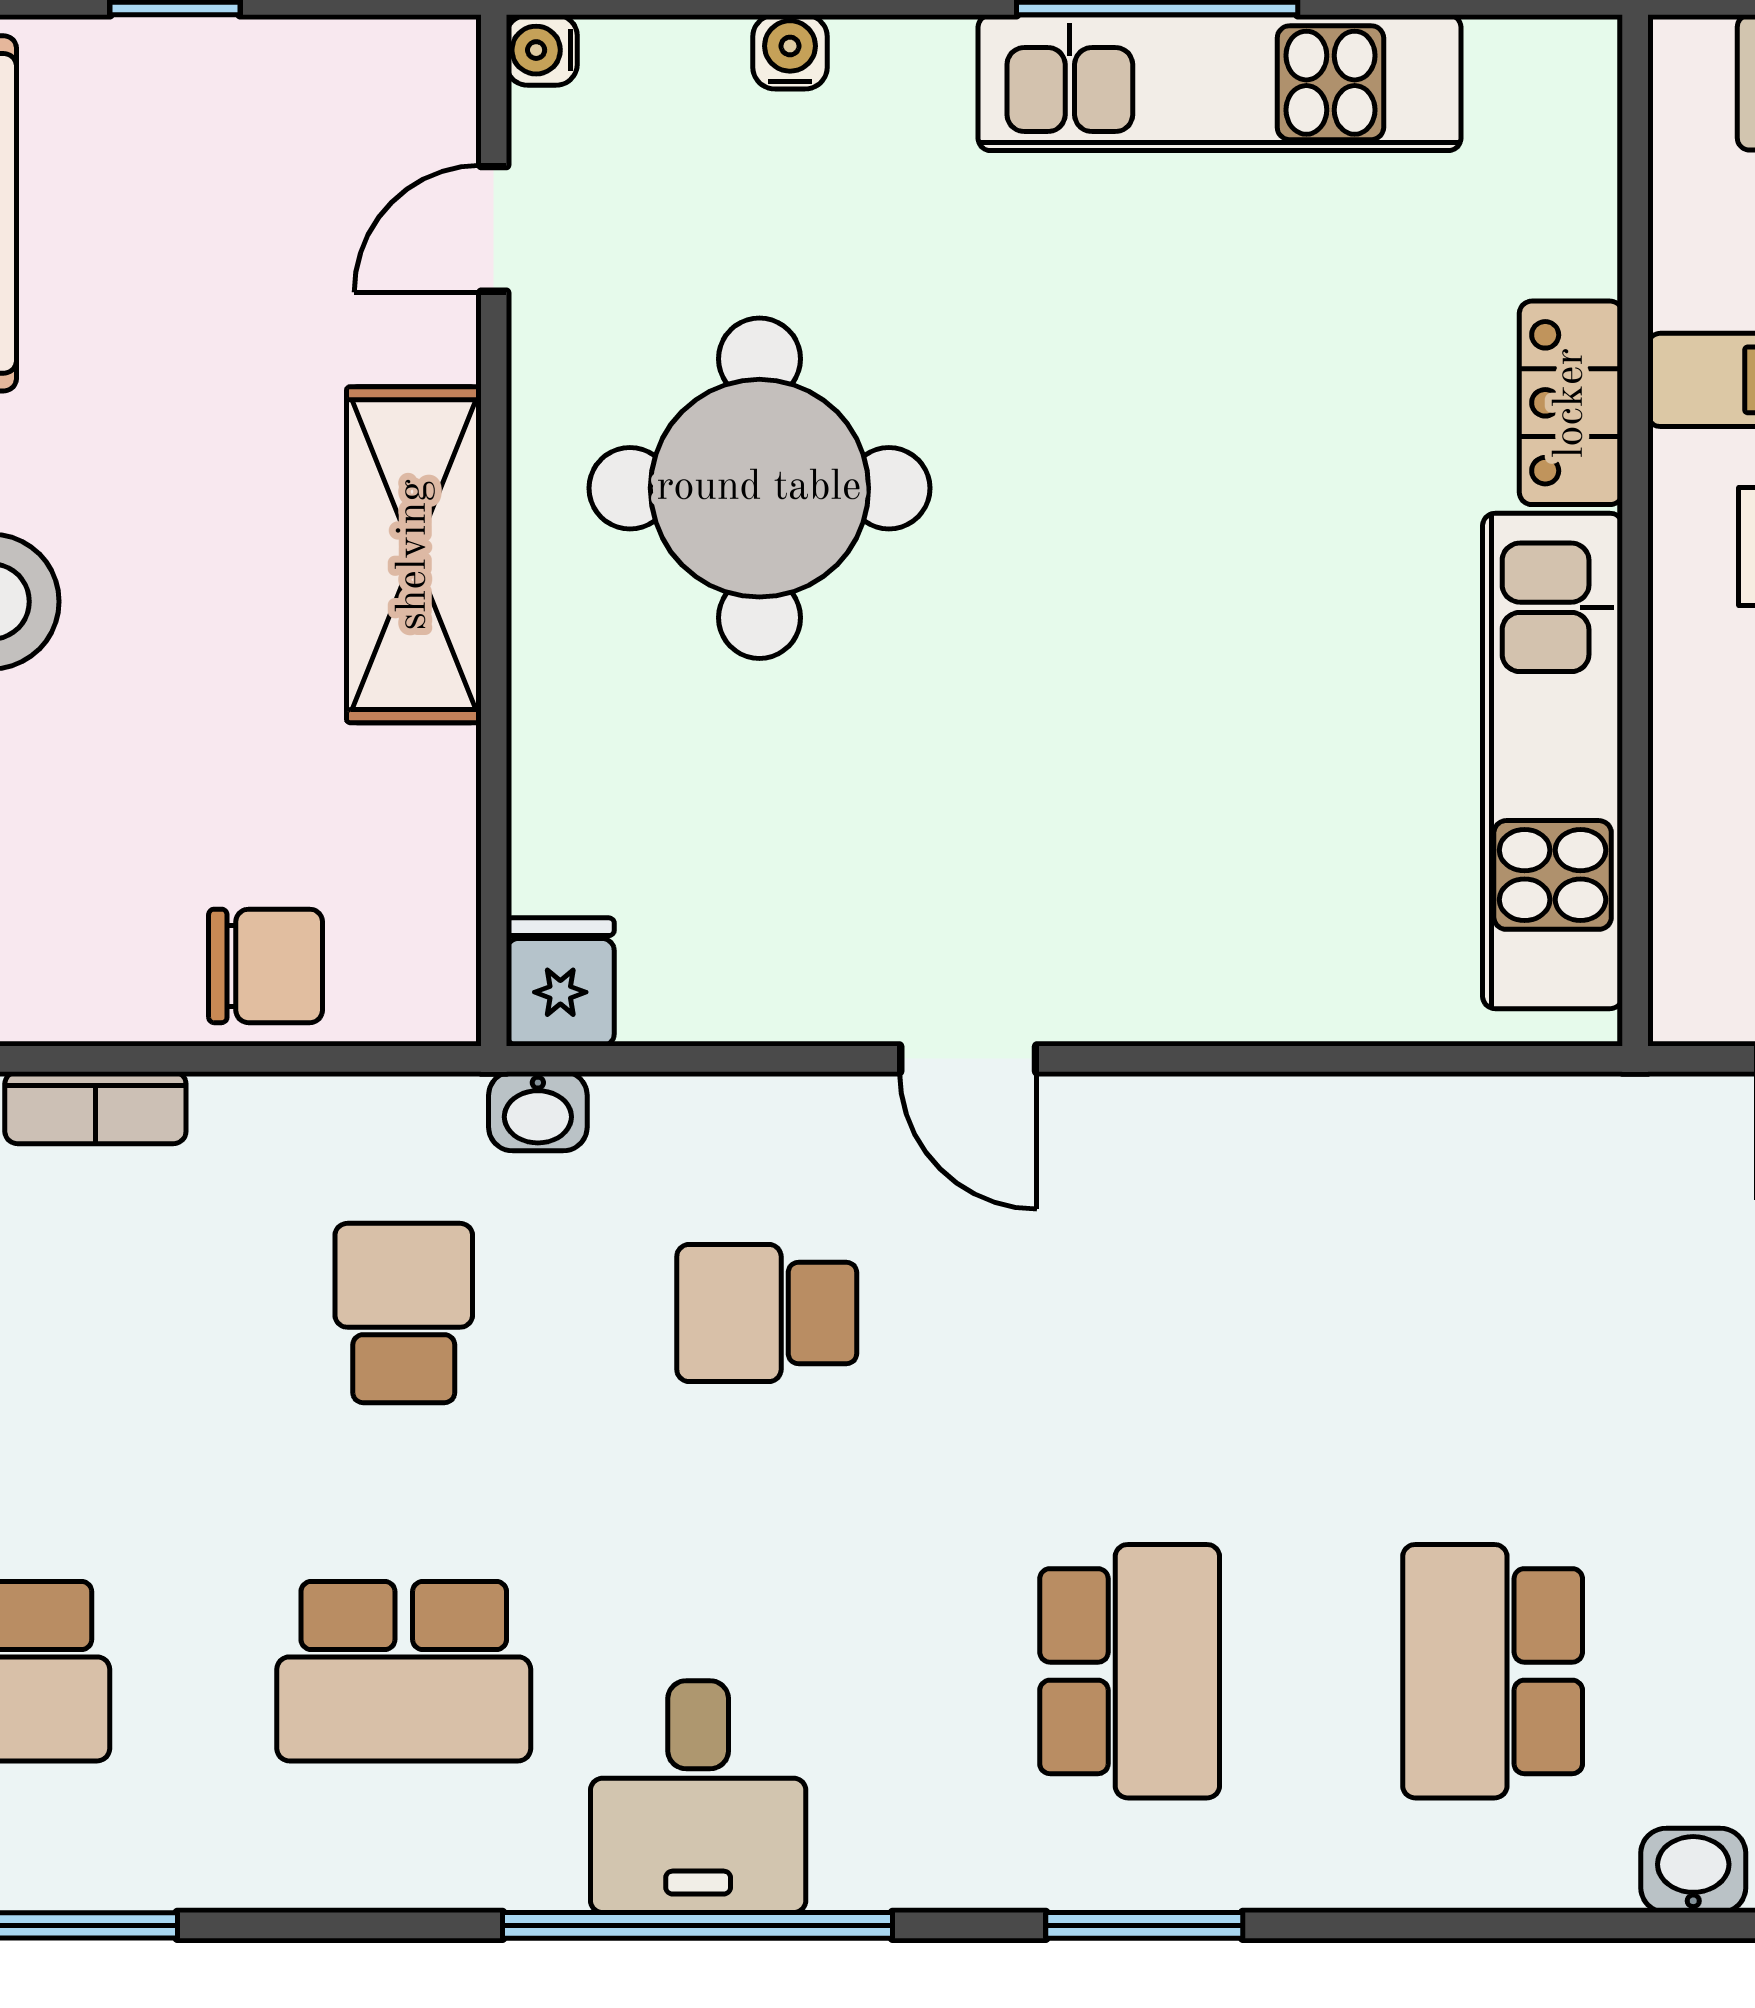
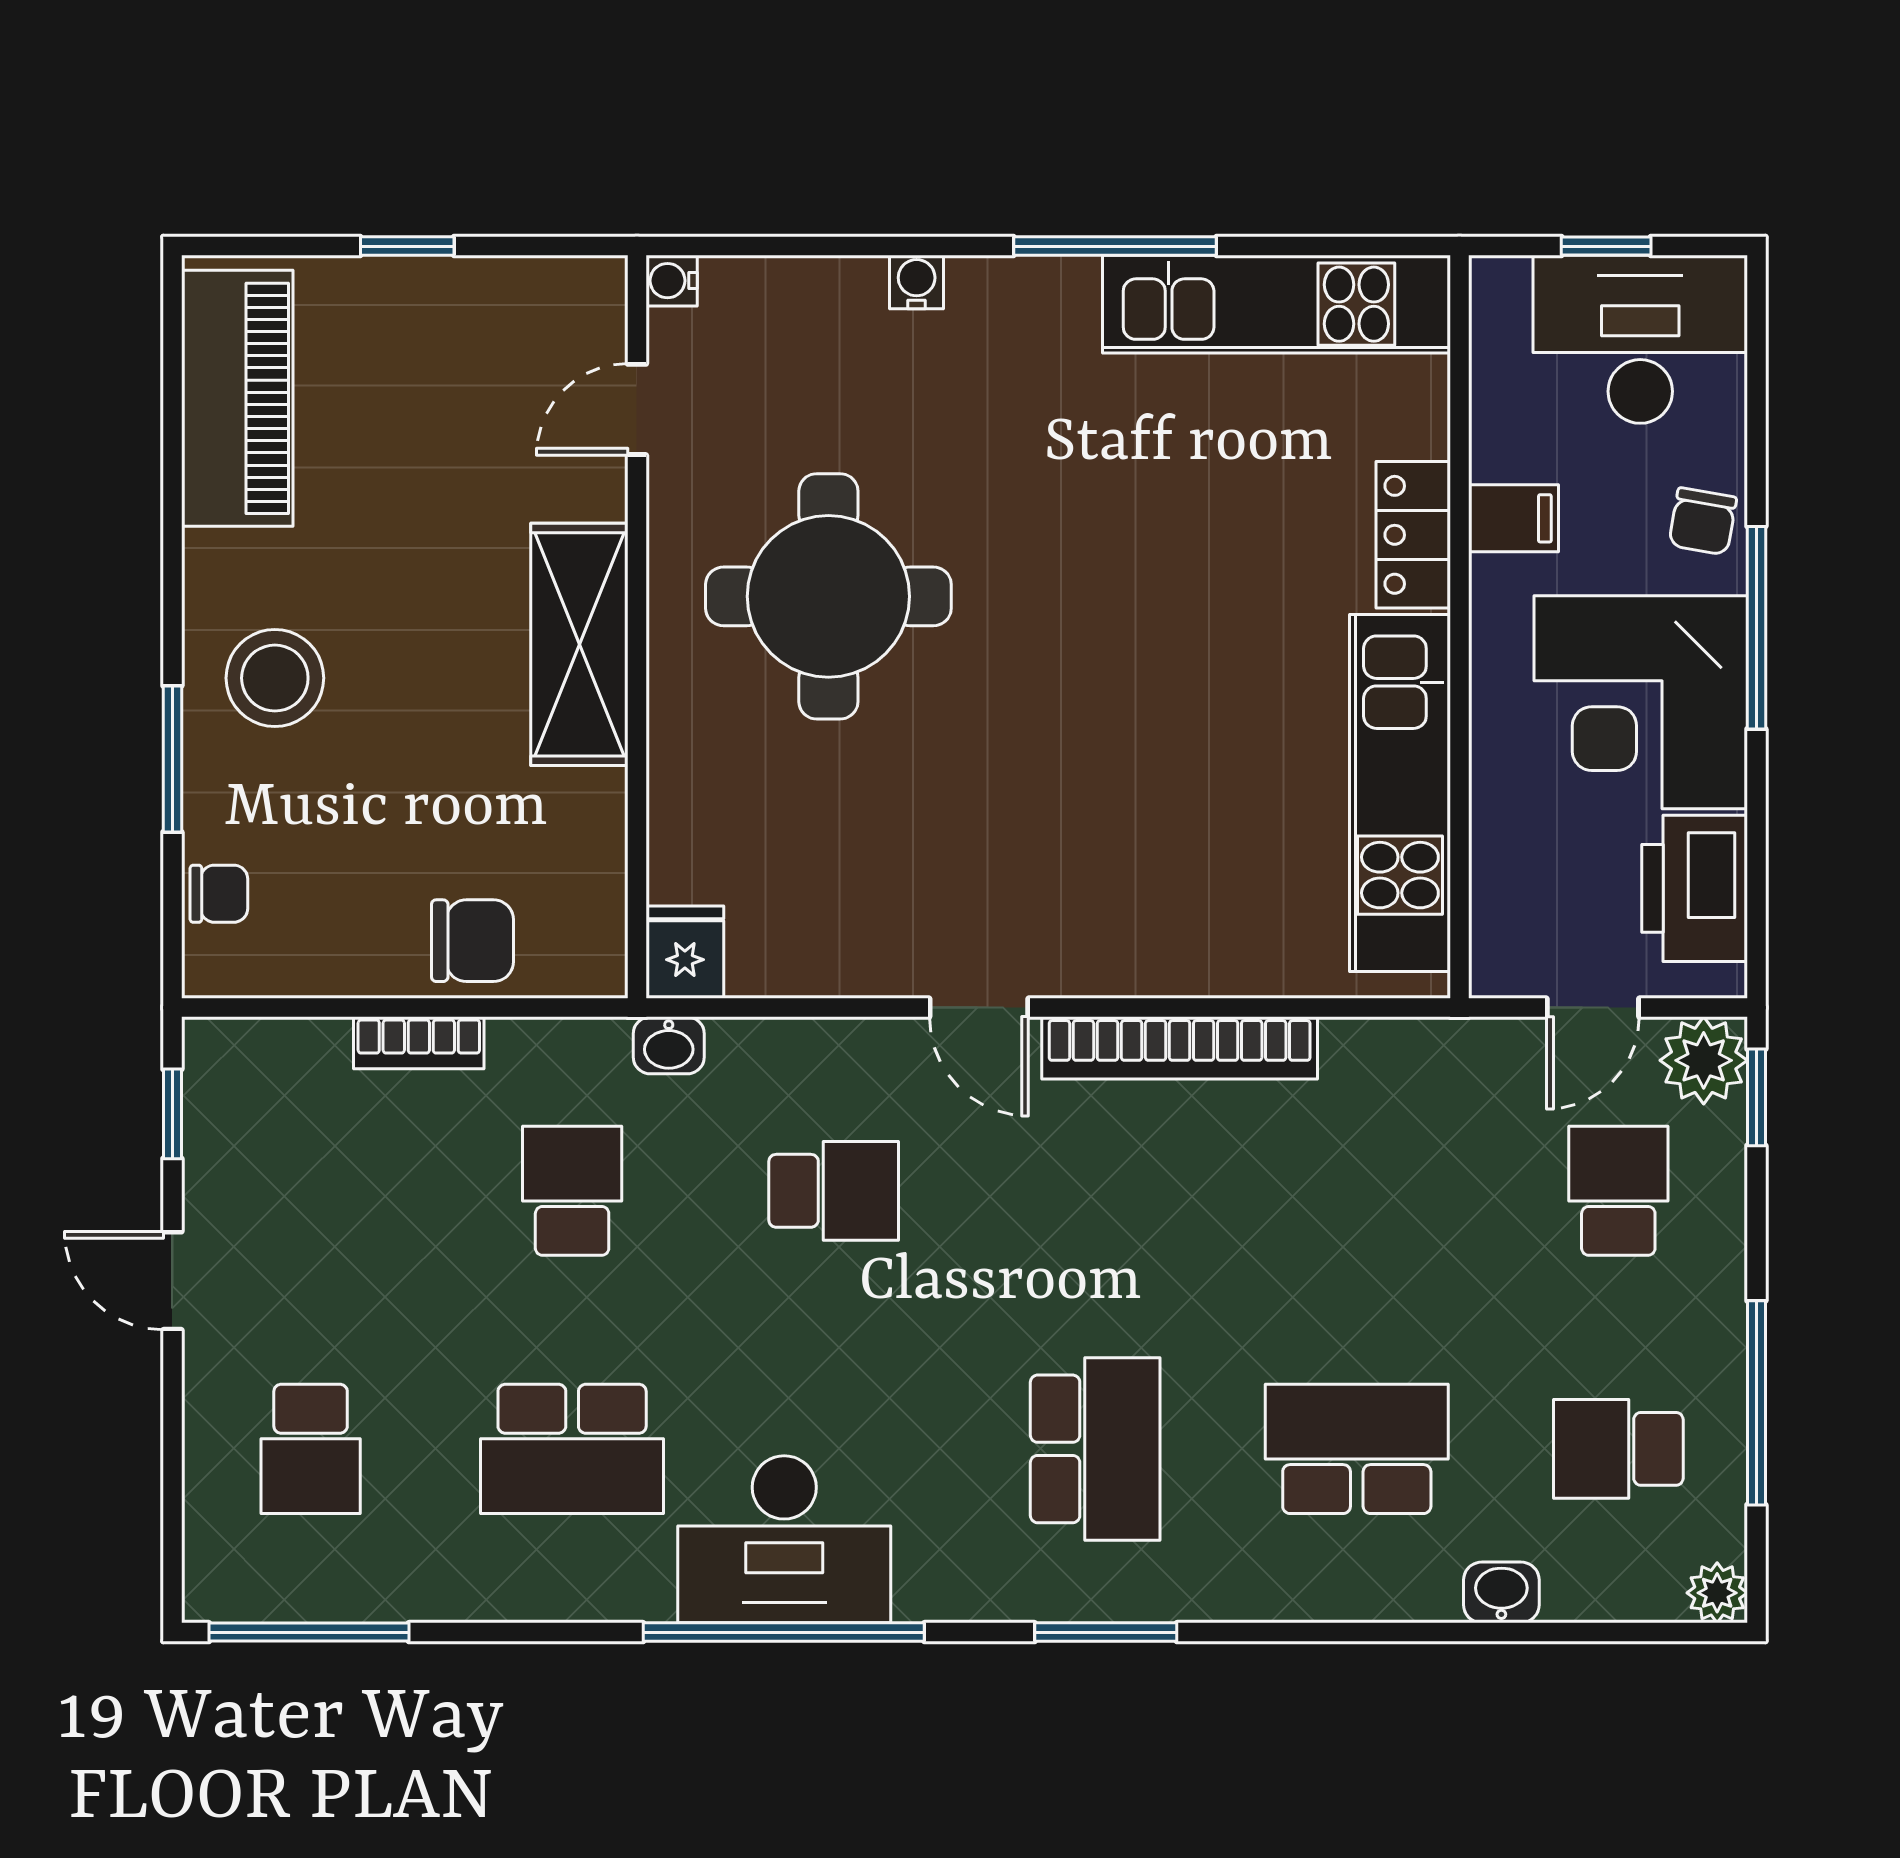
water cooler: (790, 52) -> (917, 282), moved
kitchen unit: (1219, 83) -> (1276, 304), moved
bookcase: (95, 1108) -> (419, 1043), moved
bookcase: (1247, 1115) -> (1180, 1048), added
school desk: (767, 1313) -> (834, 1191), turned 180
school desk: (1493, 1671) -> (1357, 1449), turned 90
desk: (698, 1797) -> (784, 1539), width x1.37

